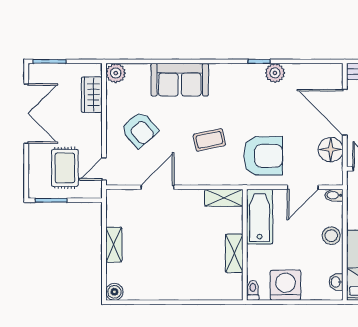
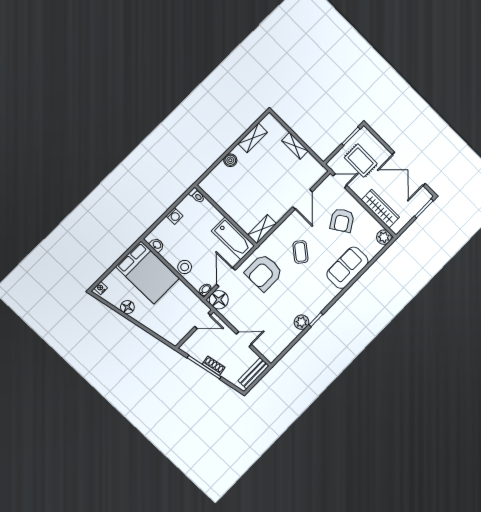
wardrobe: (92, 95) -> (380, 209), width x1.50
door: (345, 112) -> (244, 339), width x0.53
armchair: (140, 130) -> (342, 220), turned -82
coffee table: (209, 140) -> (300, 252), turned -39
floor lamp: (331, 150) -> (219, 300), moved
door: (104, 169) -> (340, 181), hinge flipped
shelving: (234, 253) -> (253, 138), moved, turned 90
washing machine: (285, 285) -> (174, 216), width x0.53, depth x0.53
boiler: (114, 292) -> (230, 160), moved

